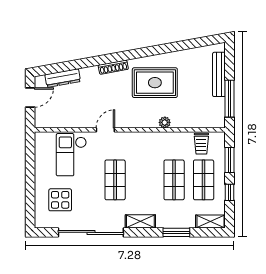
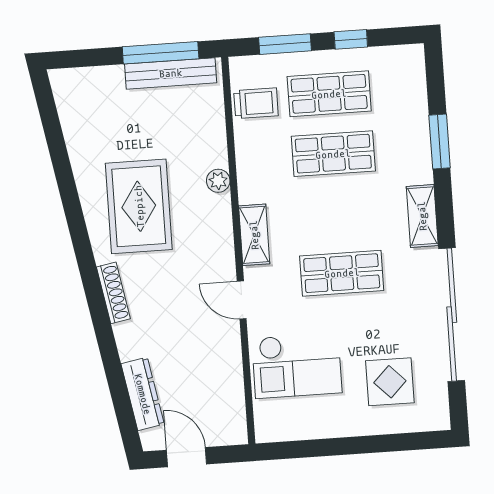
bench: (219, 74) -> (171, 73), moved
shelving: (210, 222) -> (254, 235), moved

